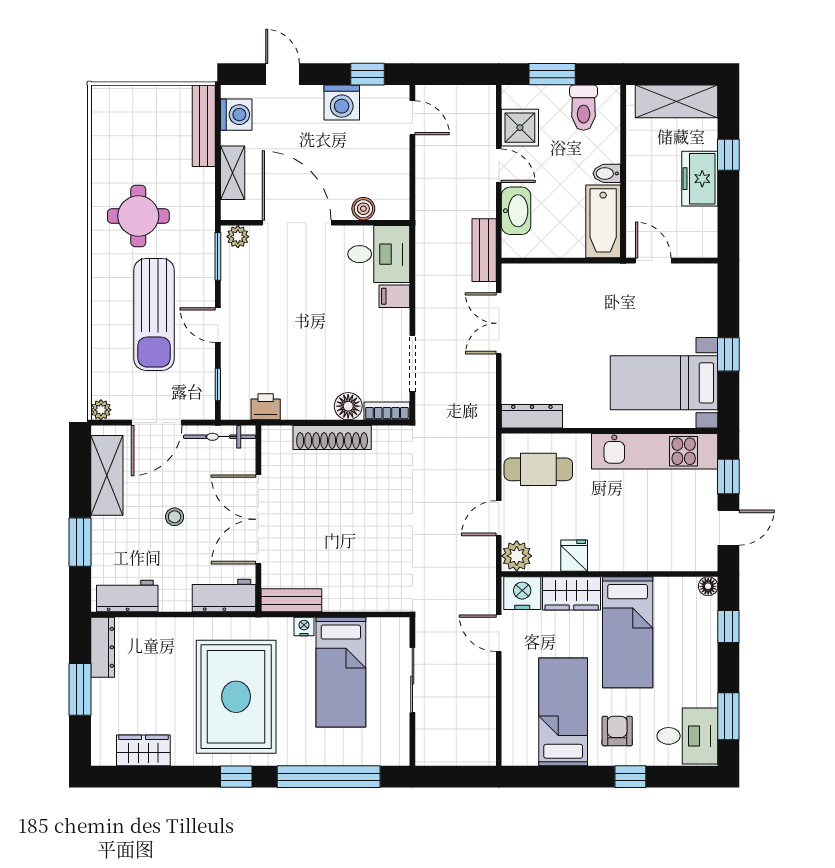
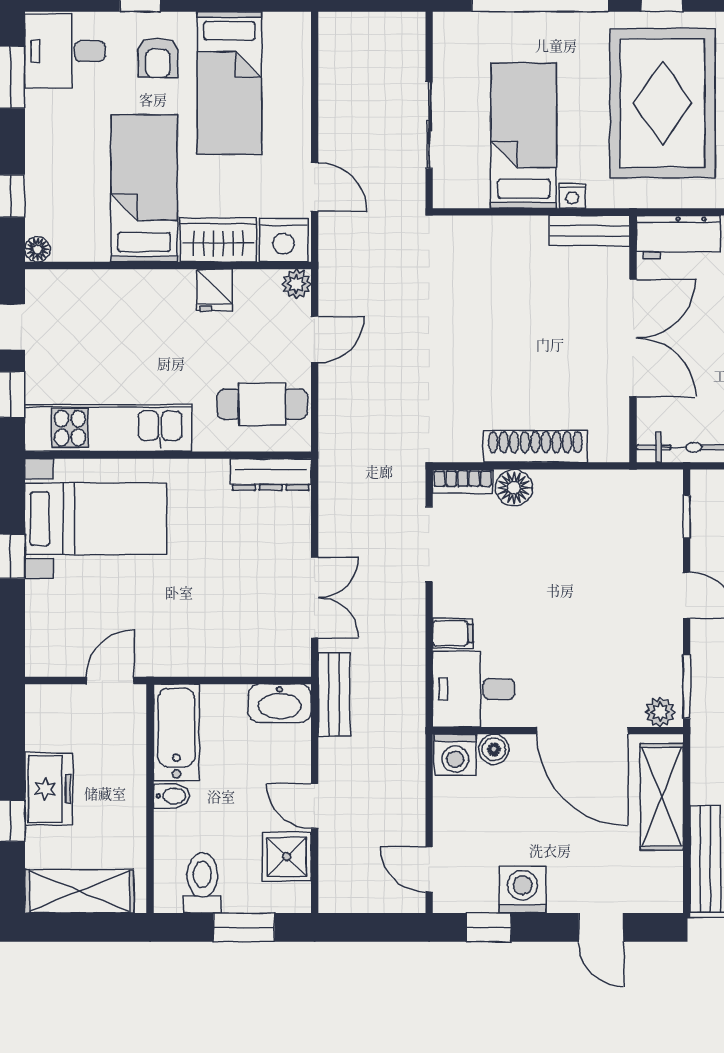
washing machine: (236, 115) -> (455, 755), moved, turned -90
shelving: (233, 173) -> (662, 797), width x1.50, depth x1.33
washbasin: (516, 211) -> (280, 703), moved, turned -90
door: (653, 261) -> (110, 681), swing flipped
printer: (266, 407) -> (623, 487), removed
plant: (517, 556) -> (296, 284), width x0.73, depth x0.73

